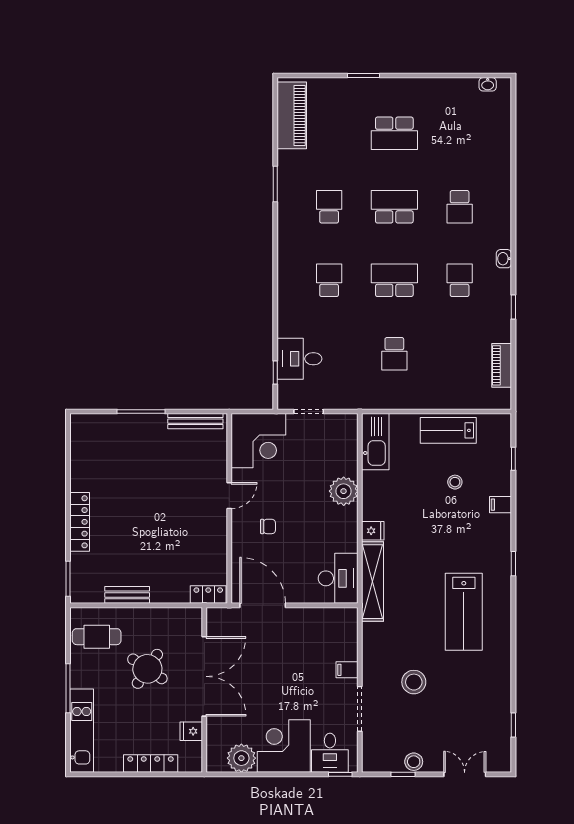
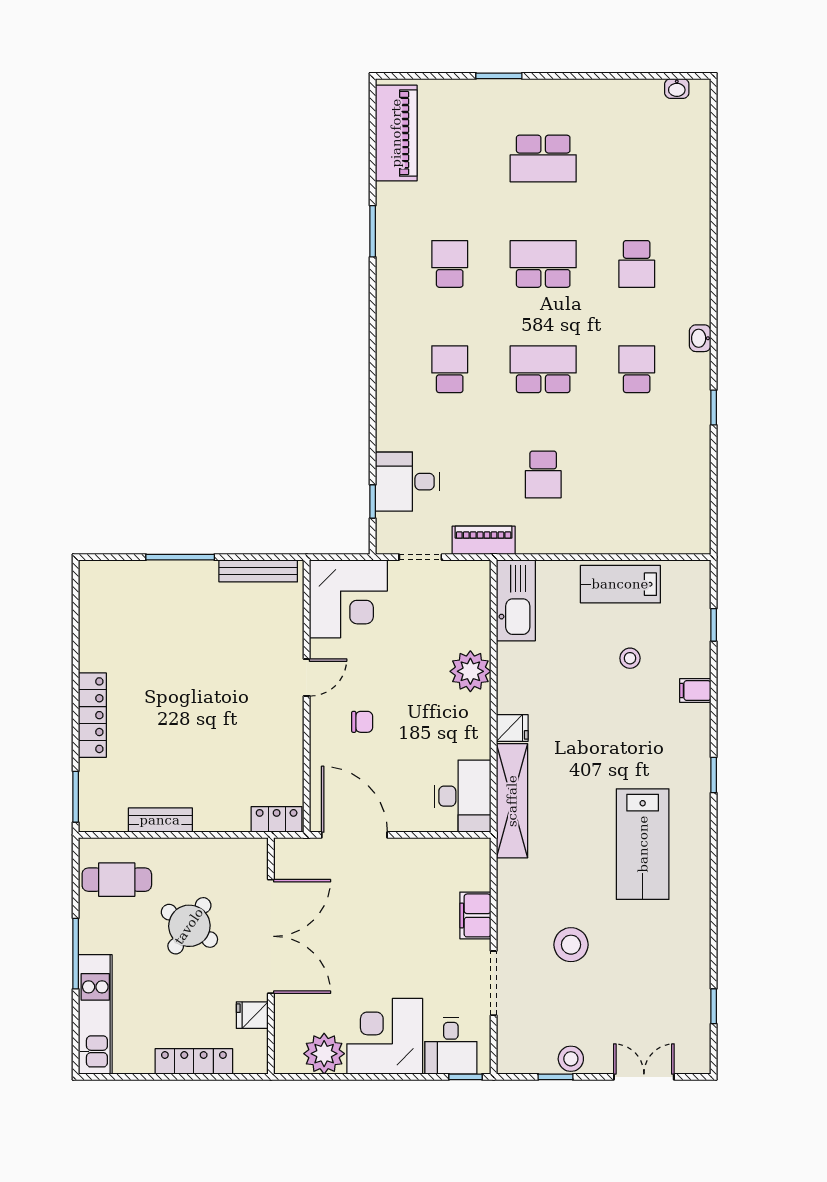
piano: (502, 365) -> (484, 540), moved, turned 90
filing cabinet: (347, 670) -> (475, 915), width x2.00

